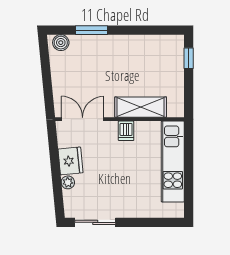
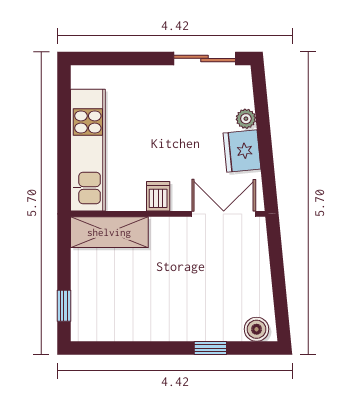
window: (91, 30) -> (210, 348), width x0.67
shelving: (141, 107) -> (109, 232), moved
double door: (83, 119) -> (224, 214), swing flipped

